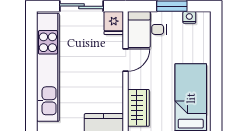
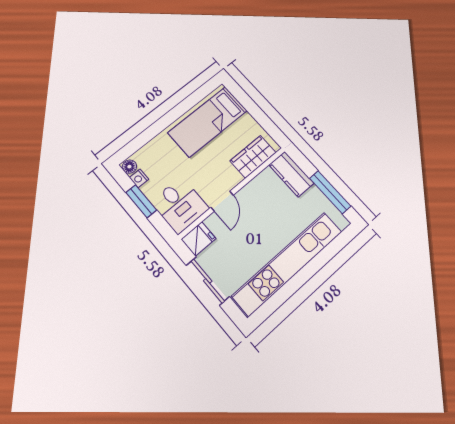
floor lamp: (203, 18) -> (129, 167), added
door: (126, 60) -> (222, 201), swing flipped

